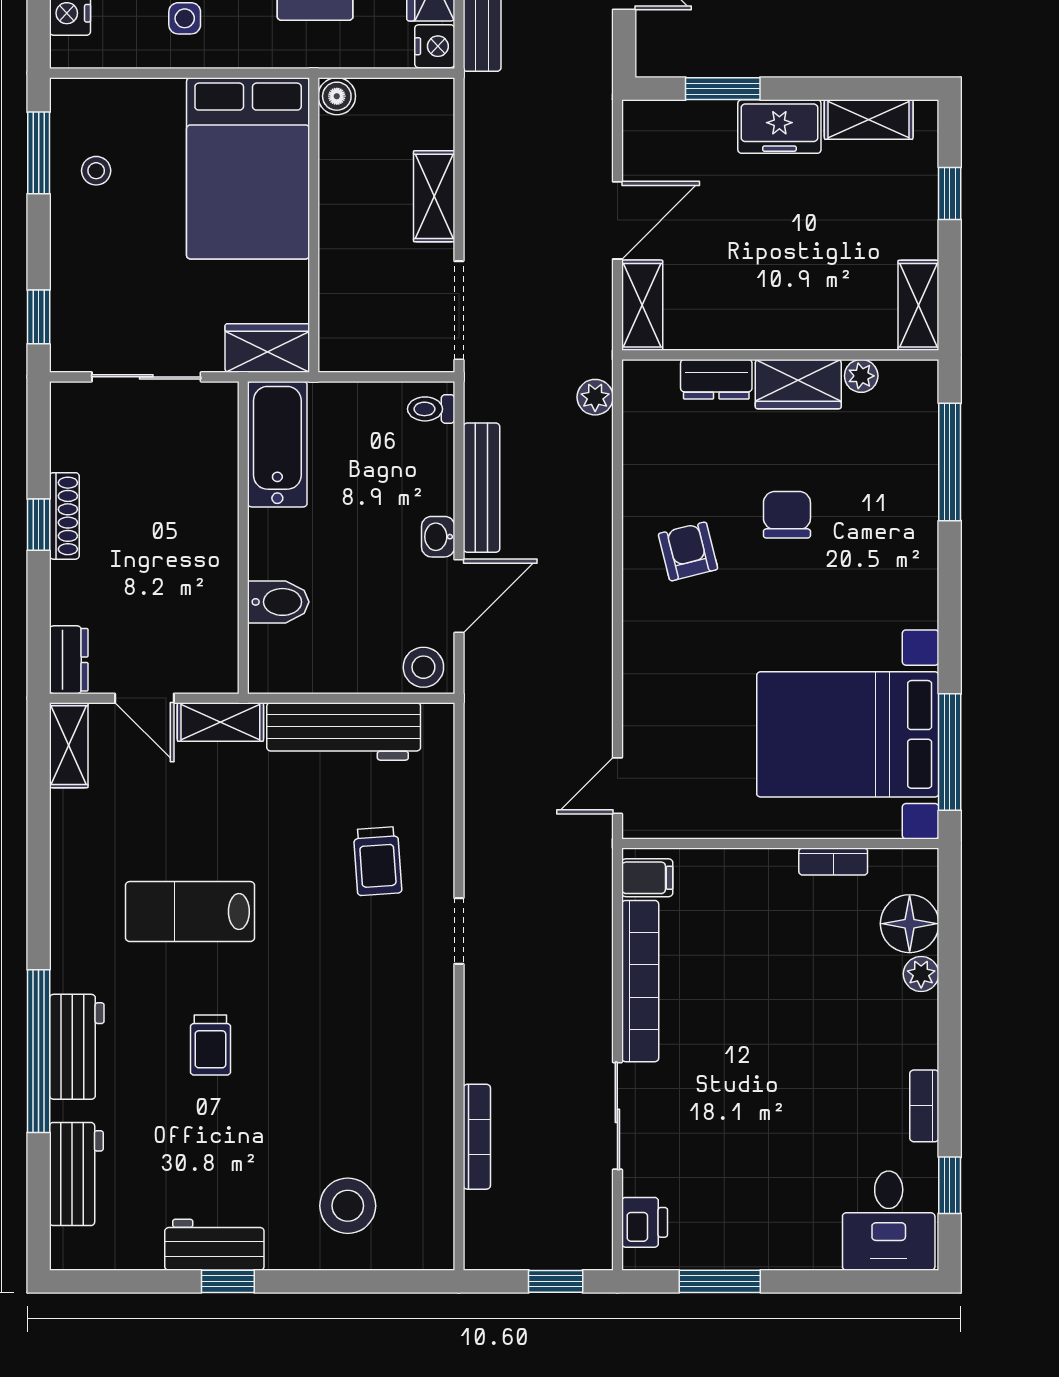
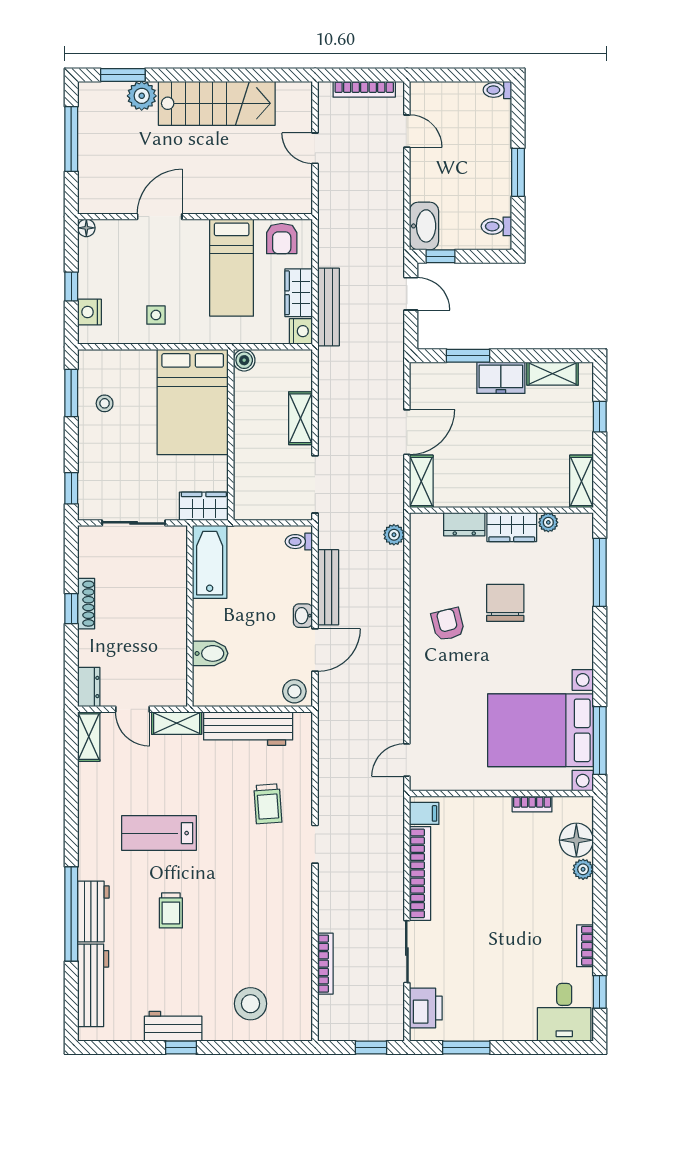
chair: (787, 515) -> (505, 603), width x1.37, depth x1.37
workbench: (76, 1174) -> (93, 985), width x1.38
printer: (645, 1222) -> (426, 1008), width x1.36, depth x1.24

